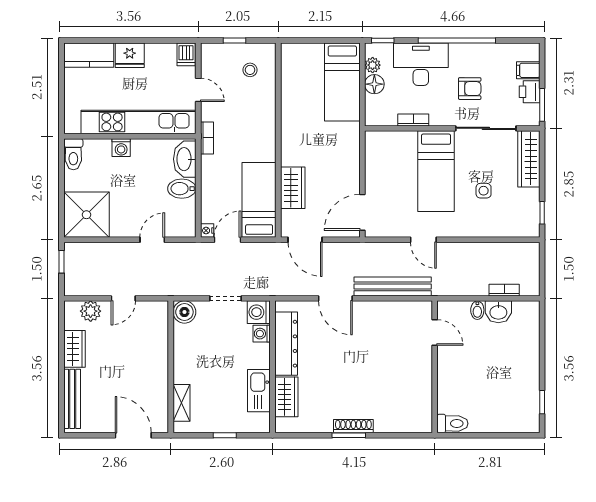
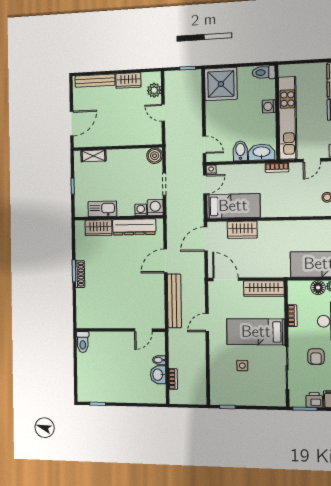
wardrobe: (529, 159) -> (264, 289), moved, turned 180
door: (152, 240) -> (204, 145), moved
door: (227, 240) -> (205, 184), hinge flipped

